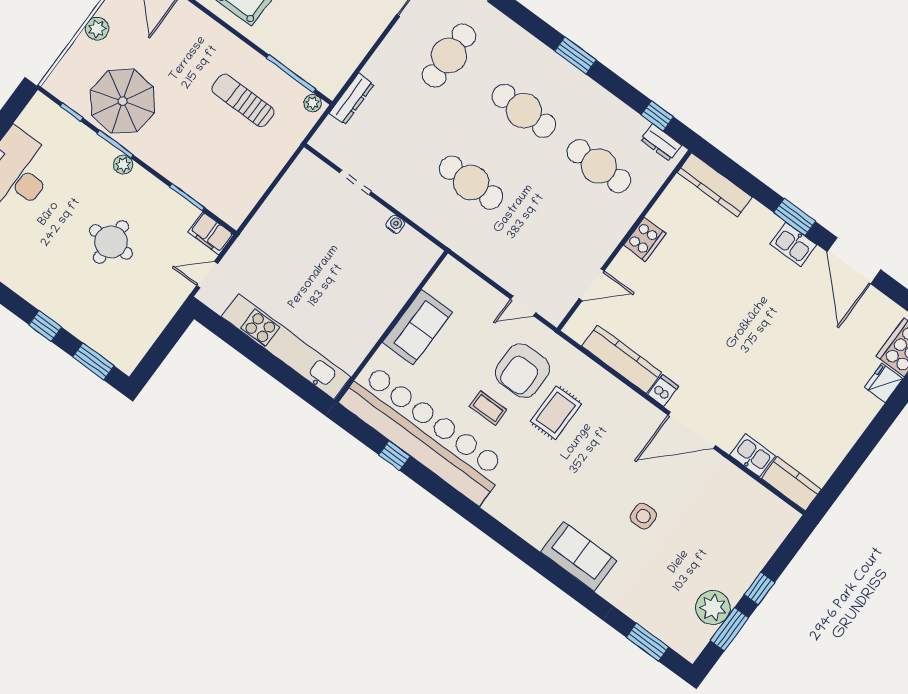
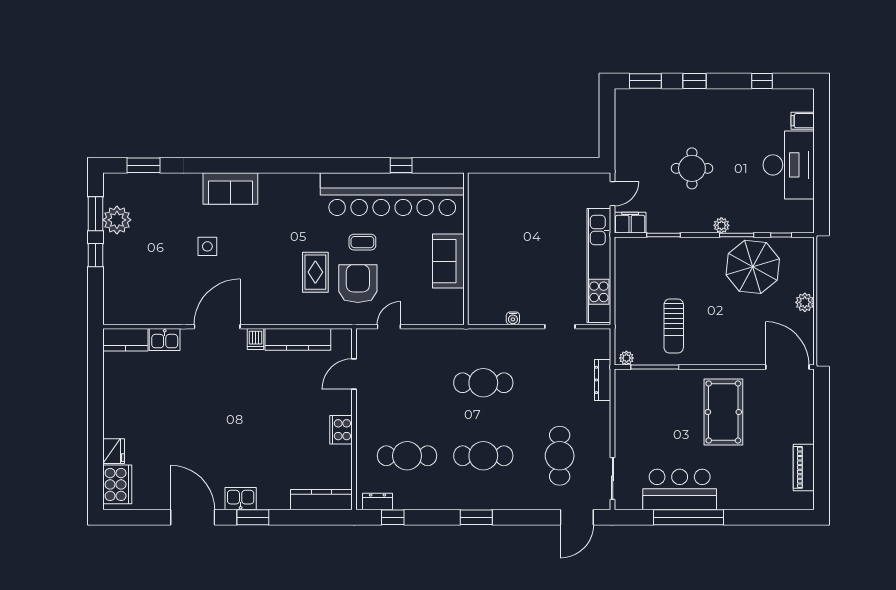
sun lounger: (243, 100) -> (674, 326), turned 90
kitchen unit: (286, 347) -> (599, 265), moved, turned 90

